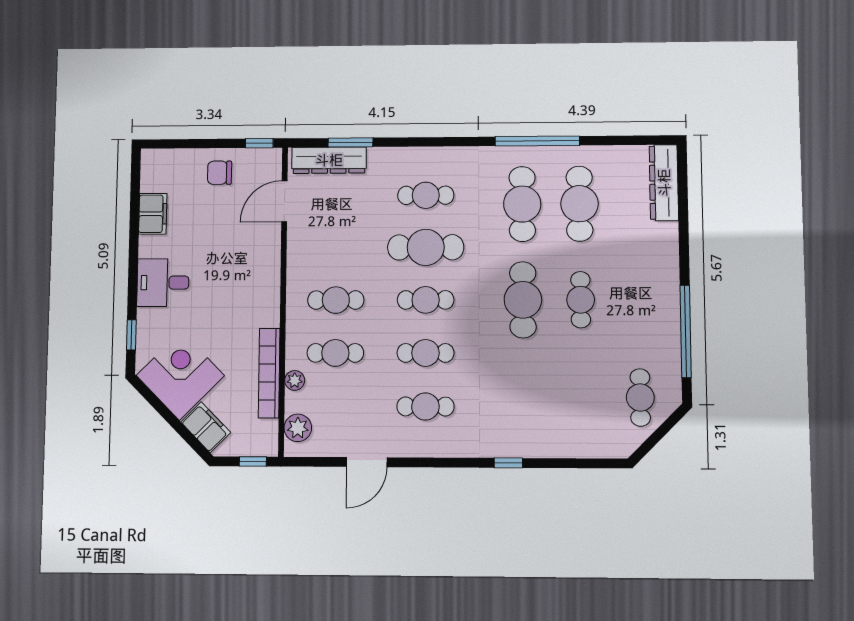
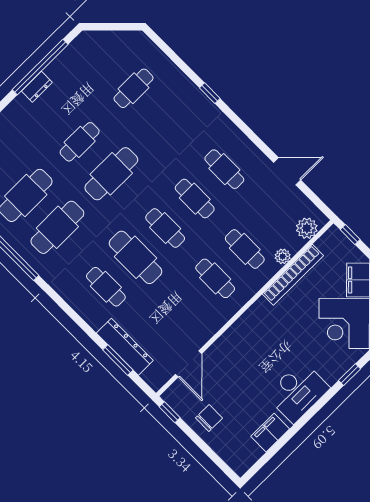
dresser: (329, 160) -> (125, 347), moved
chair: (219, 173) -> (209, 418), turned -90
door: (284, 201) -> (189, 364), hinge flipped
desk: (163, 283) -> (298, 392), width x1.37
dresser: (670, 310) -> (37, 87), added
cafe table: (640, 397) -> (134, 88), moved

